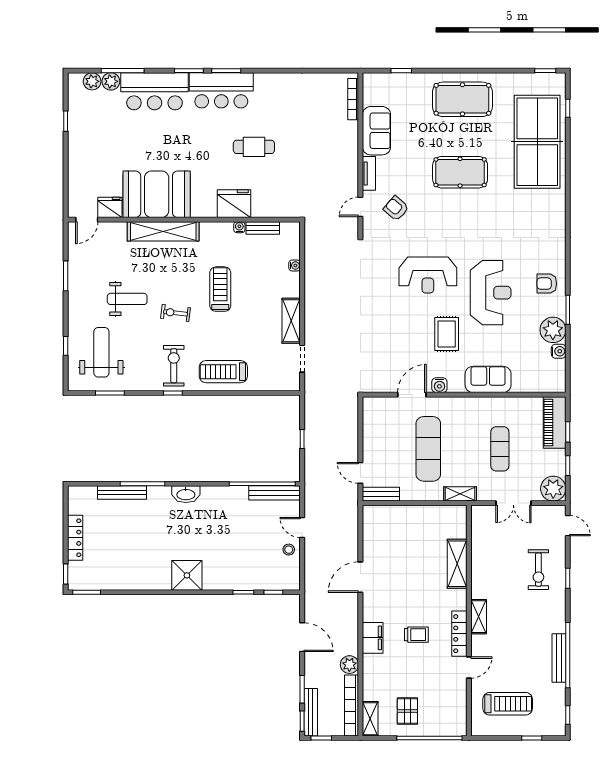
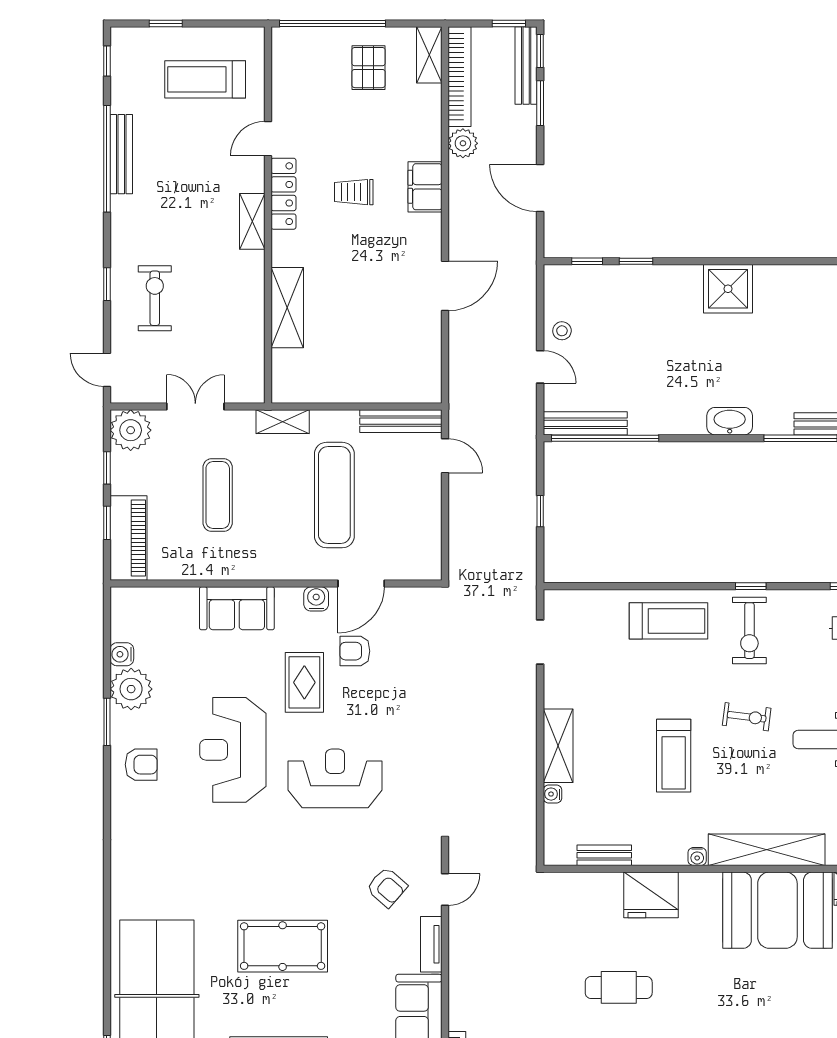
water cooler: (239, 227) -> (697, 856), moved
shelving: (291, 321) -> (558, 746), moved
armchair: (416, 353) -> (355, 651), added
bench: (381, 494) -> (401, 421), width x1.36

